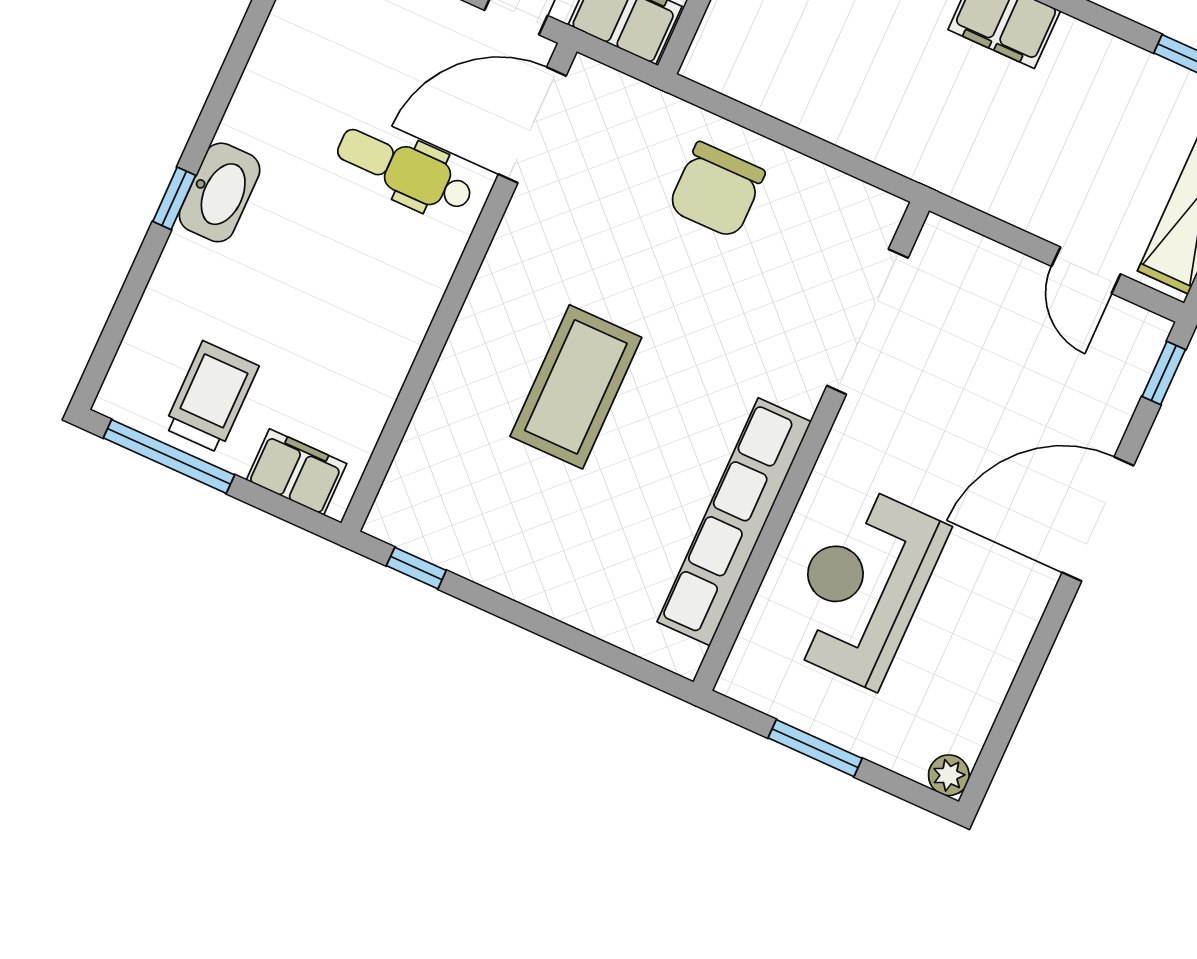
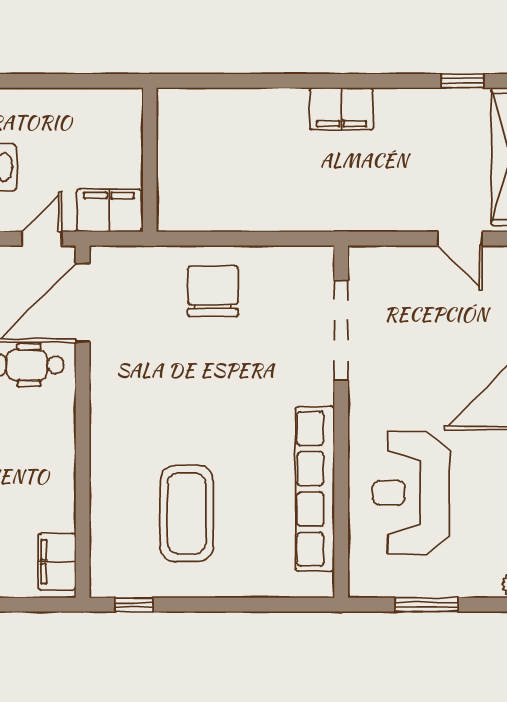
chair: (717, 190) -> (213, 291), turned 180
coffee table: (576, 387) -> (187, 513), moved
filing cabinet: (297, 472) -> (57, 562), moved, turned -90

